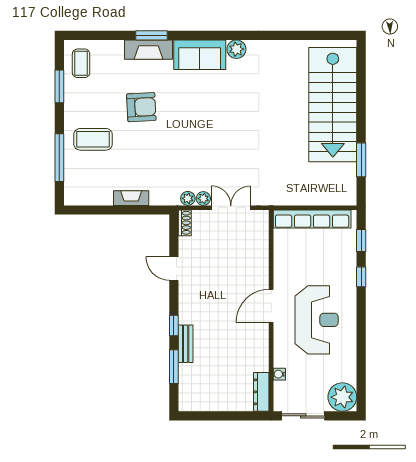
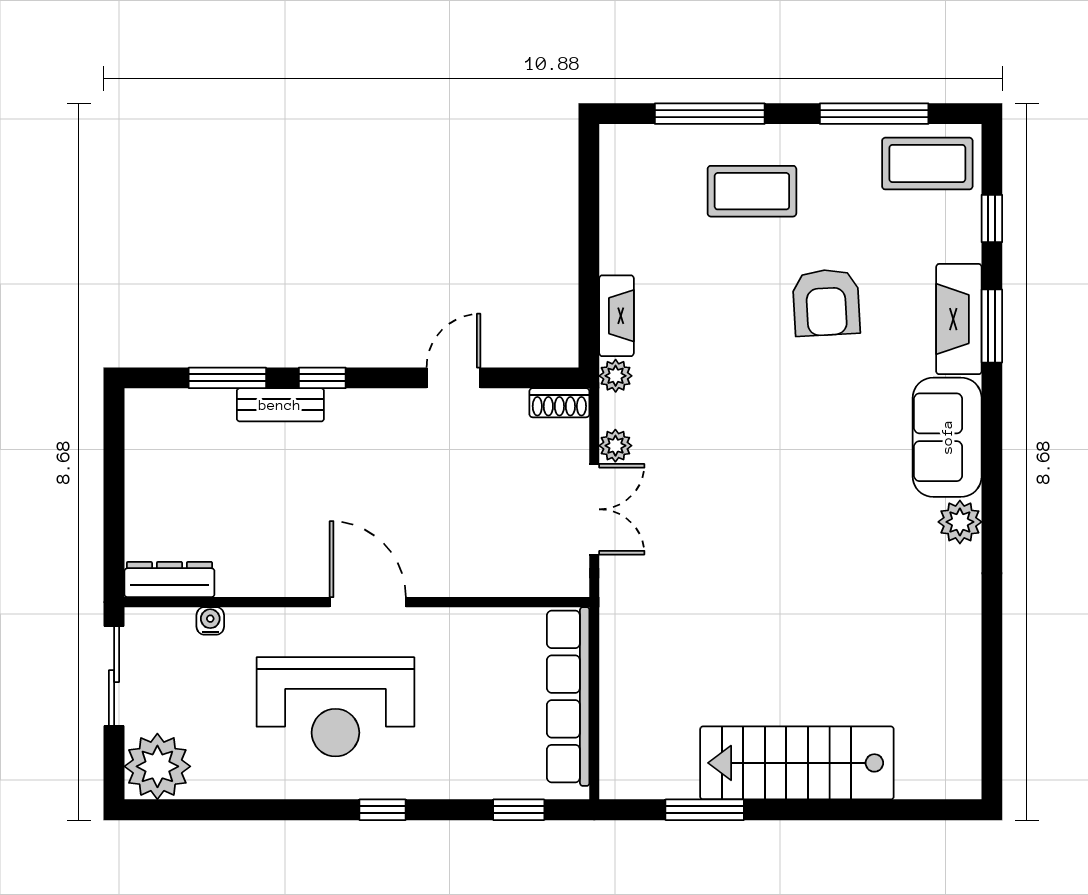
window: (105, 35) -> (992, 218), added
coffee table: (81, 63) -> (927, 164), width x1.36, depth x1.30
window: (59, 86) -> (874, 114), width x1.44
stairs: (333, 105) -> (797, 763), width x0.73, depth x0.66
coffee table: (93, 139) -> (752, 191), turned 90
fireplace: (131, 198) -> (616, 316), moved
plant: (188, 198) -> (616, 376), moved
window: (361, 277) -> (383, 810), moved

